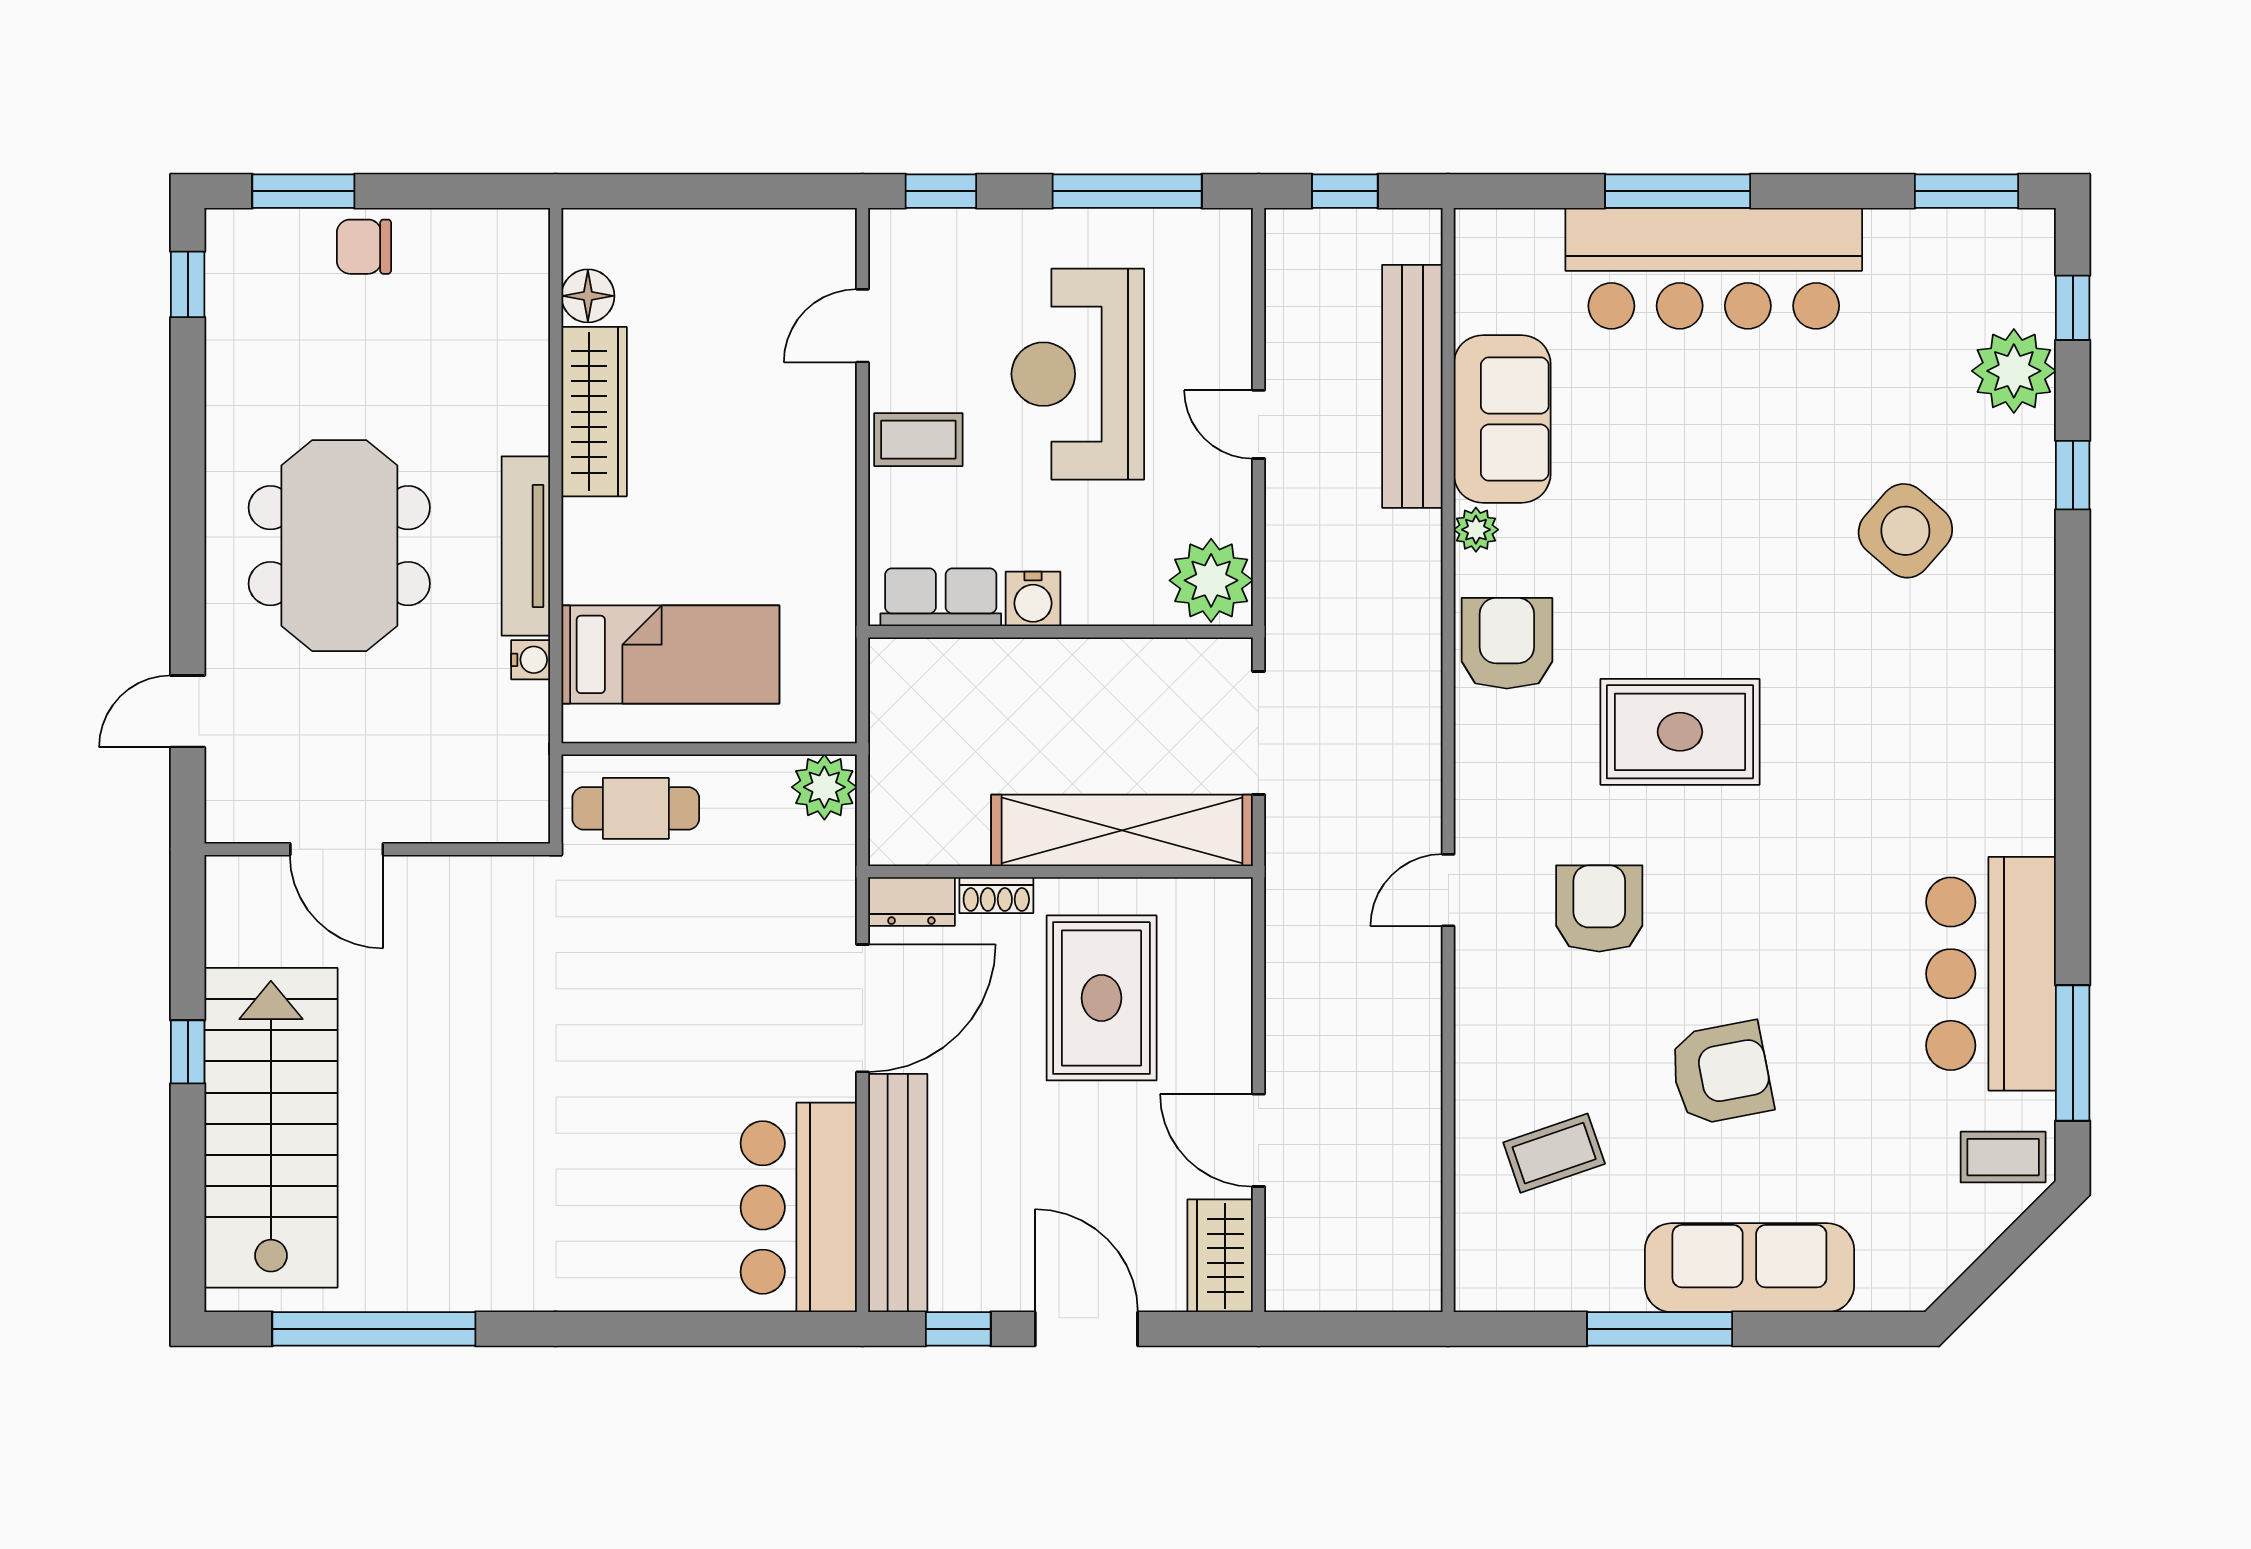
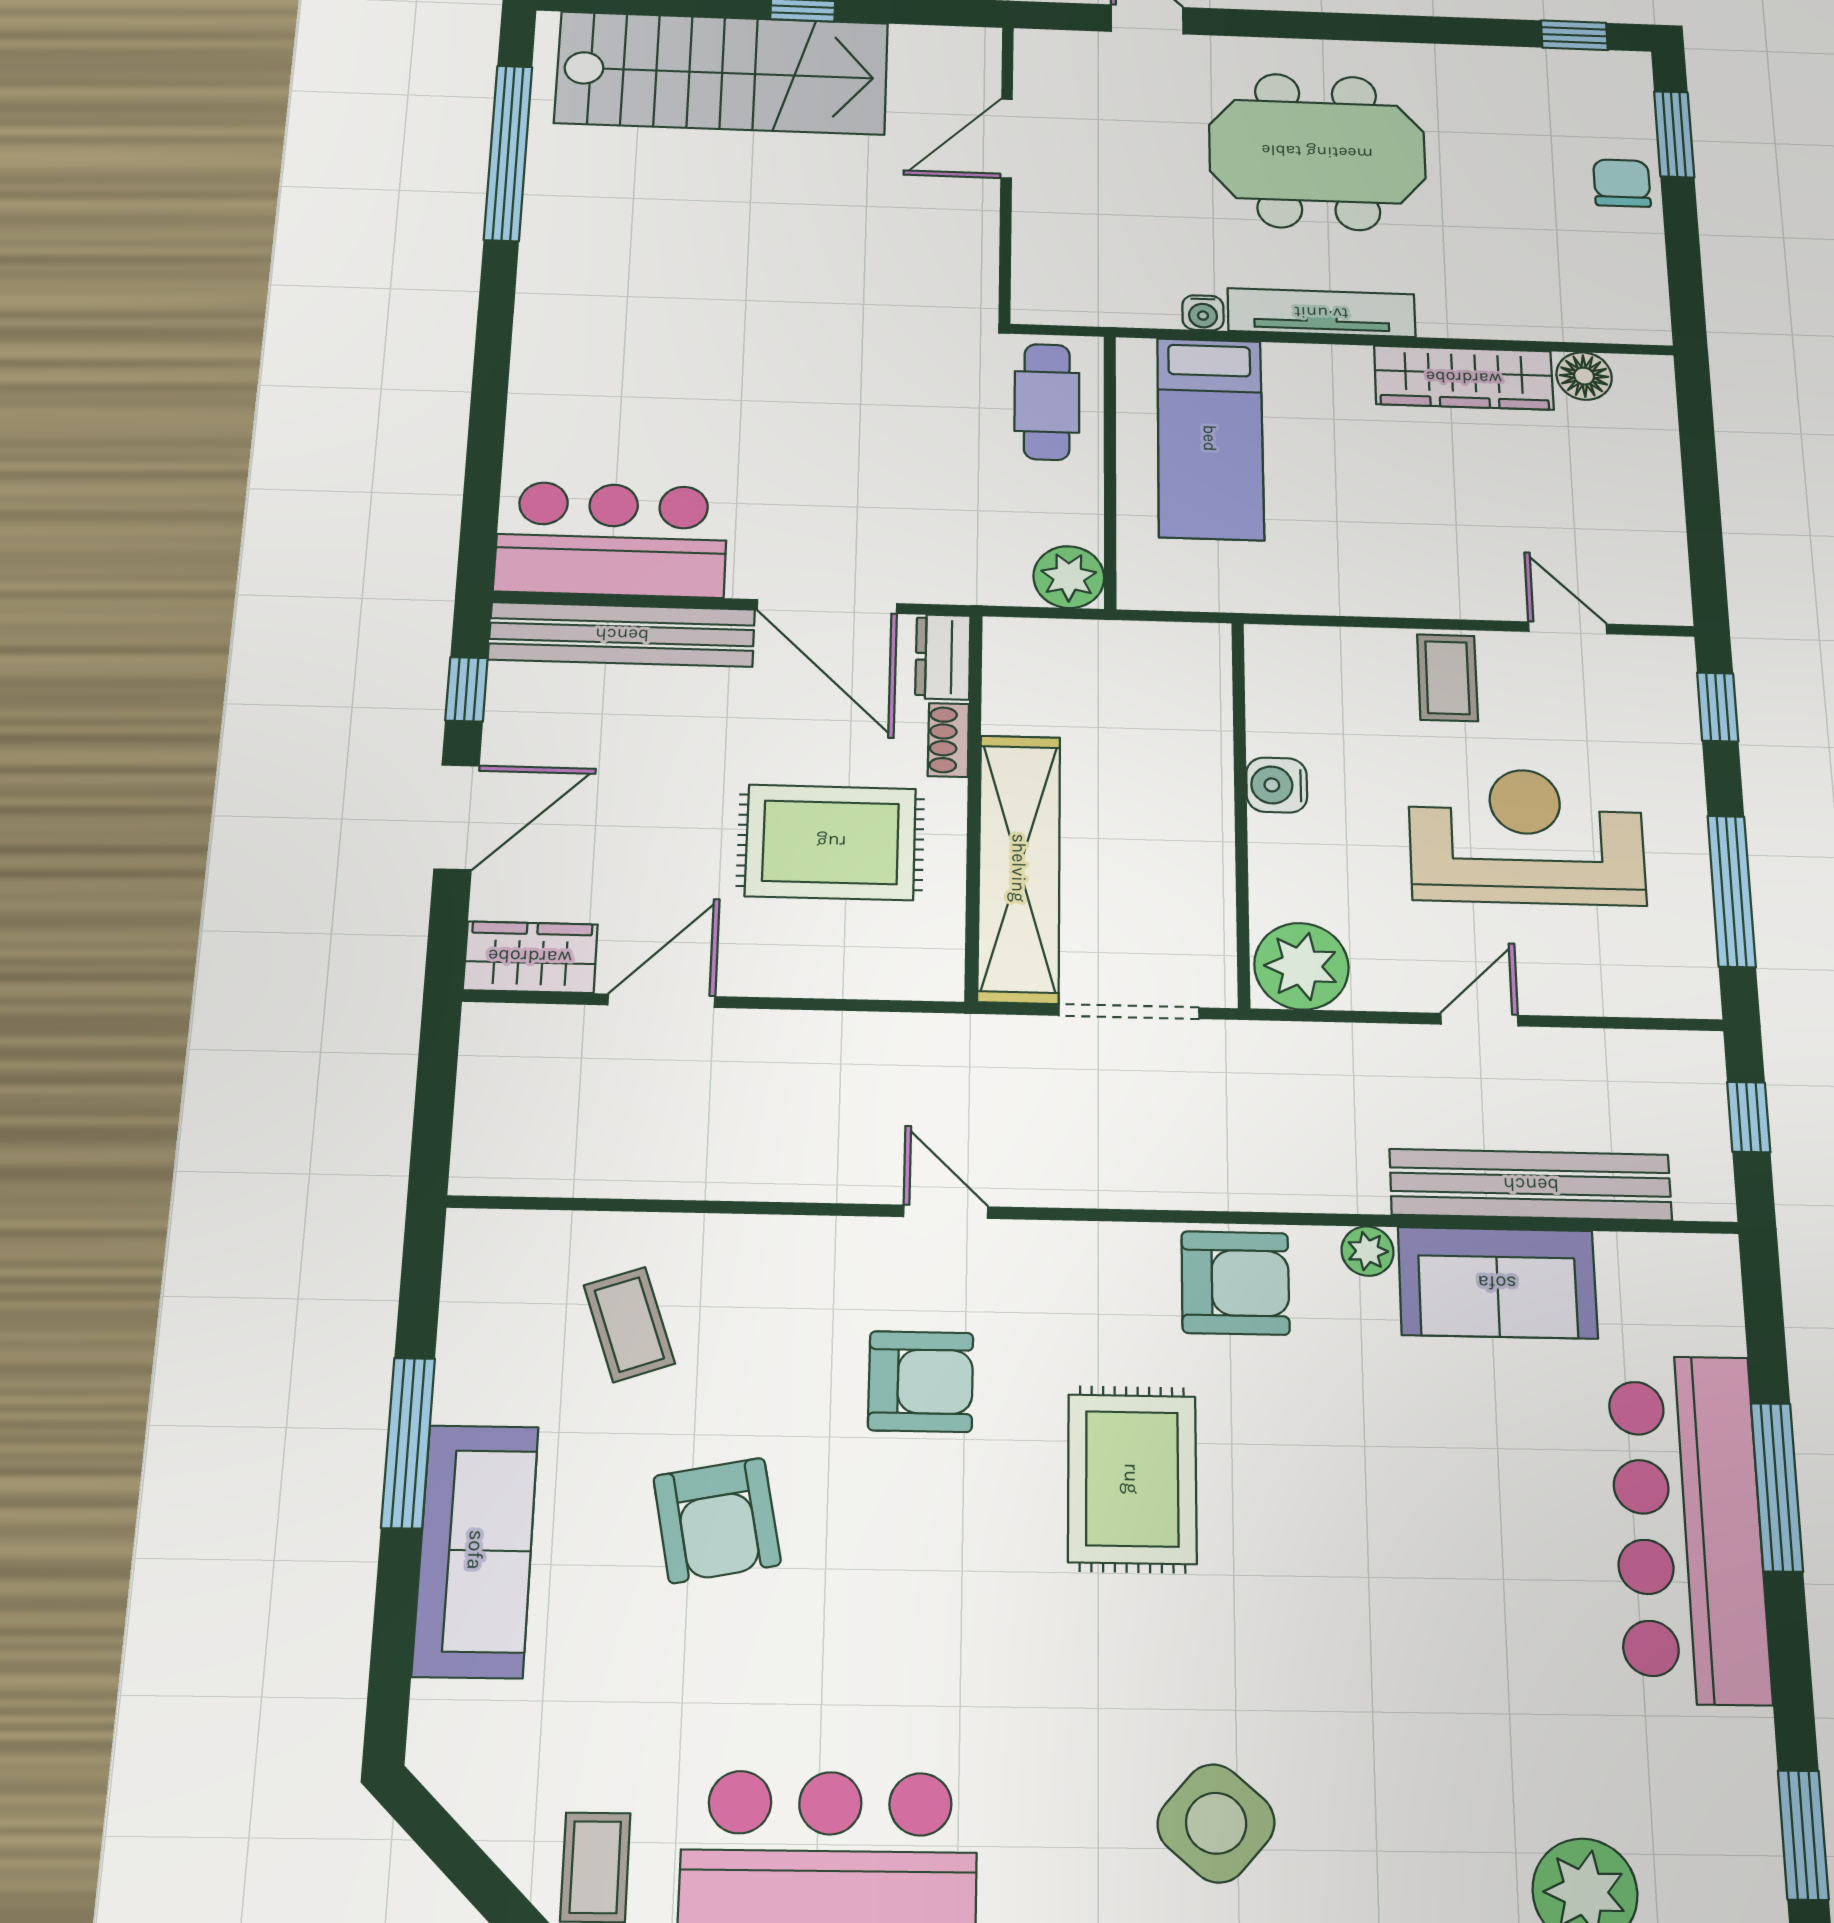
side table: (1905, 531) -> (1216, 1823), moved
row of seats: (941, 597) -> (1276, 695), removed

